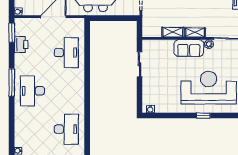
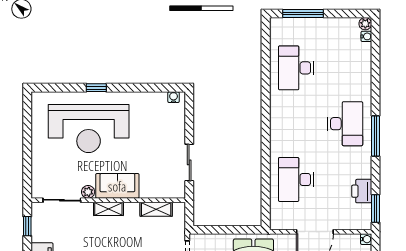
shelving: (173, 32) -> (156, 209), moved

